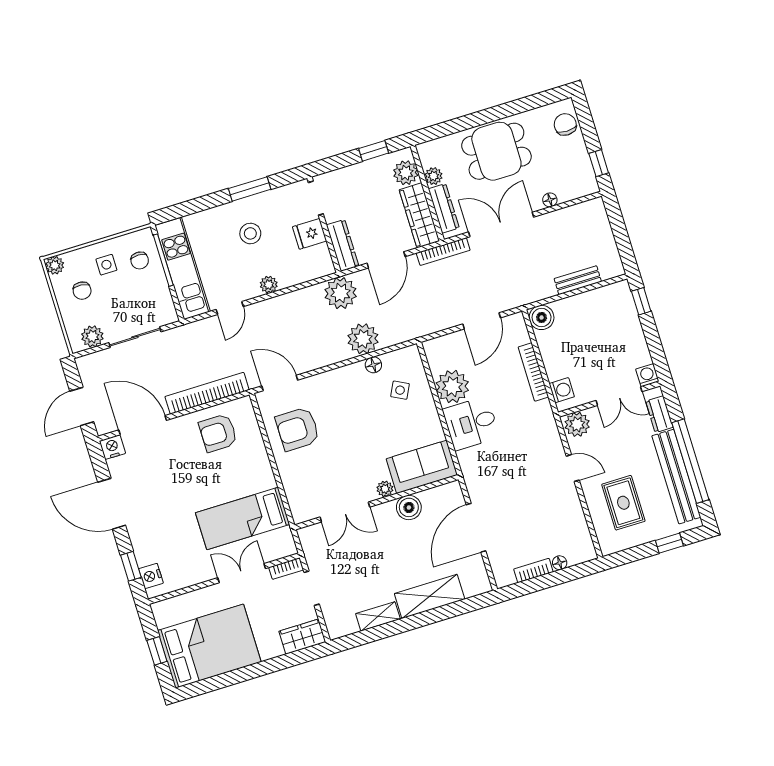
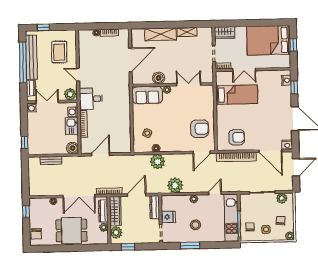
plant: (341, 293) -> (175, 185), moved
kitchen sink: (556, 361) -> (72, 126), added
door: (280, 383) -> (202, 152), hinge flipped
plant: (452, 387) -> (123, 128), removed
desk: (471, 423) -> (91, 99), moved, turned 180

